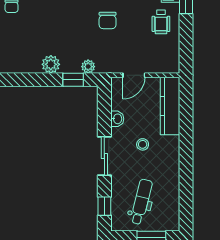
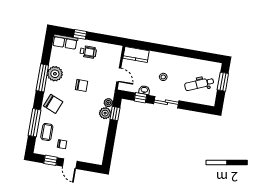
plant: (51, 64) -> (105, 113), moved
kitchen counter: (170, 106) -> (136, 55), width x0.67
dental chair: (141, 202) -> (199, 84), turned -37
window: (104, 206) -> (140, 98), moved

